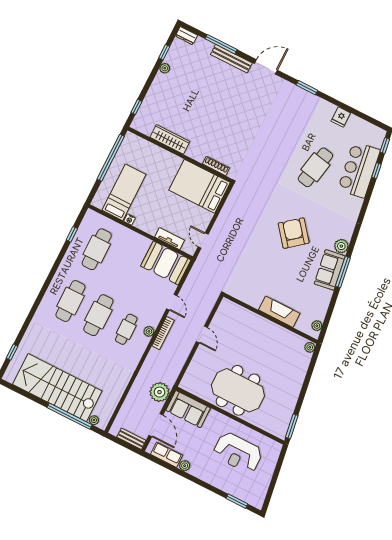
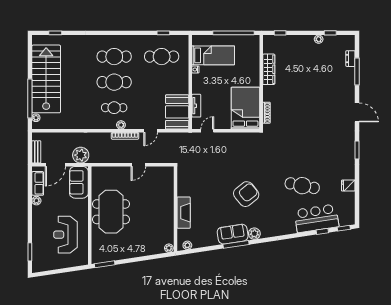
dresser: (186, 36) -> (350, 59), moved
bench: (231, 59) -> (350, 84), removed

